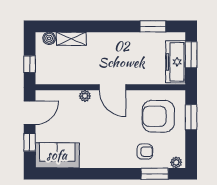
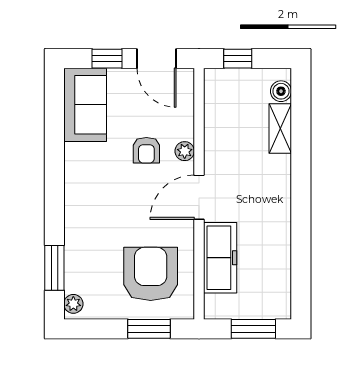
window: (153, 26) -> (301, 265), removed
freezer: (176, 62) -> (220, 258), moved, turned 90
armchair: (145, 152) -> (146, 150), moved

